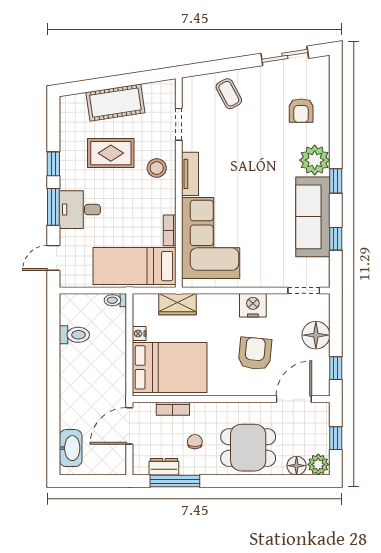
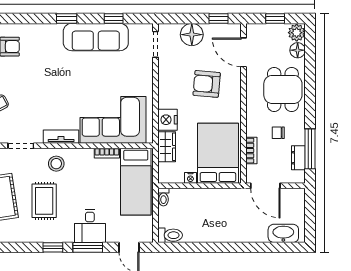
plant: (315, 160) -> (50, 36), removed
nightstand: (253, 305) -> (168, 120), moved
toilet: (74, 335) -> (170, 235), moved, turned 90

